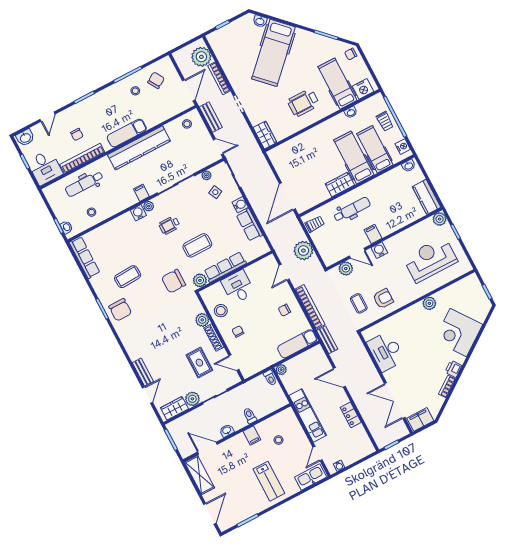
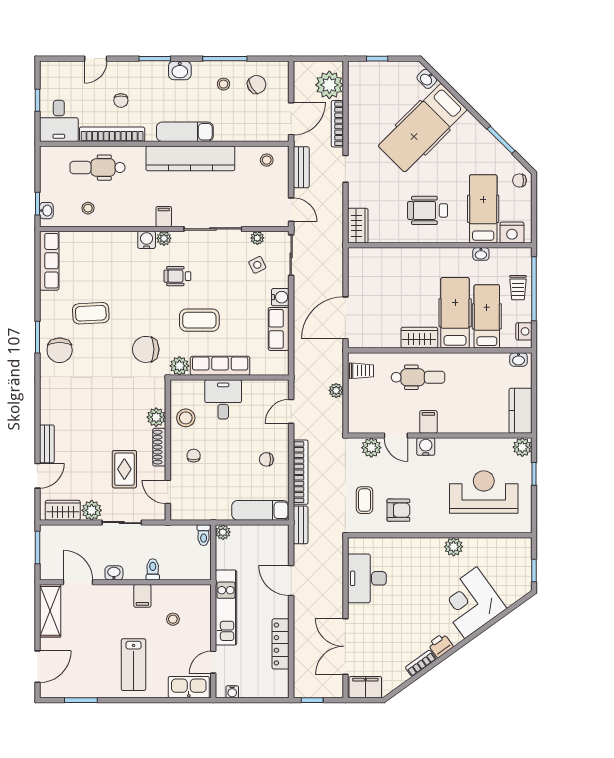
washbasin: (25, 138) -> (180, 70), moved
plant: (303, 251) -> (336, 390), width x0.53, depth x0.53
locker: (351, 415) -> (281, 644), width x1.53

